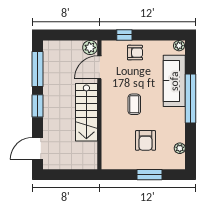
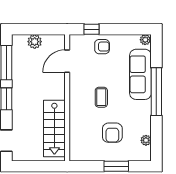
plant: (90, 48) -> (35, 42), moved
stairs: (86, 112) -> (54, 128), moved

